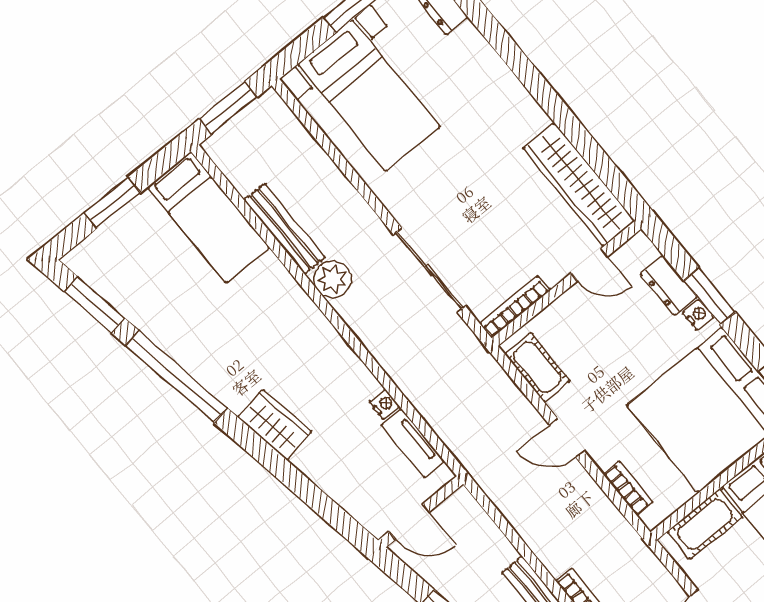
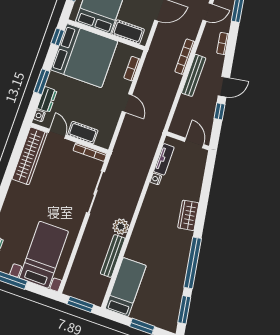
nightstand: (698, 315) -> (39, 116), moved
cot: (537, 367) -> (83, 133), moved, turned 90

